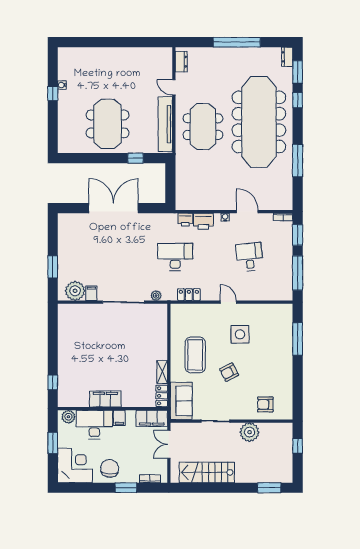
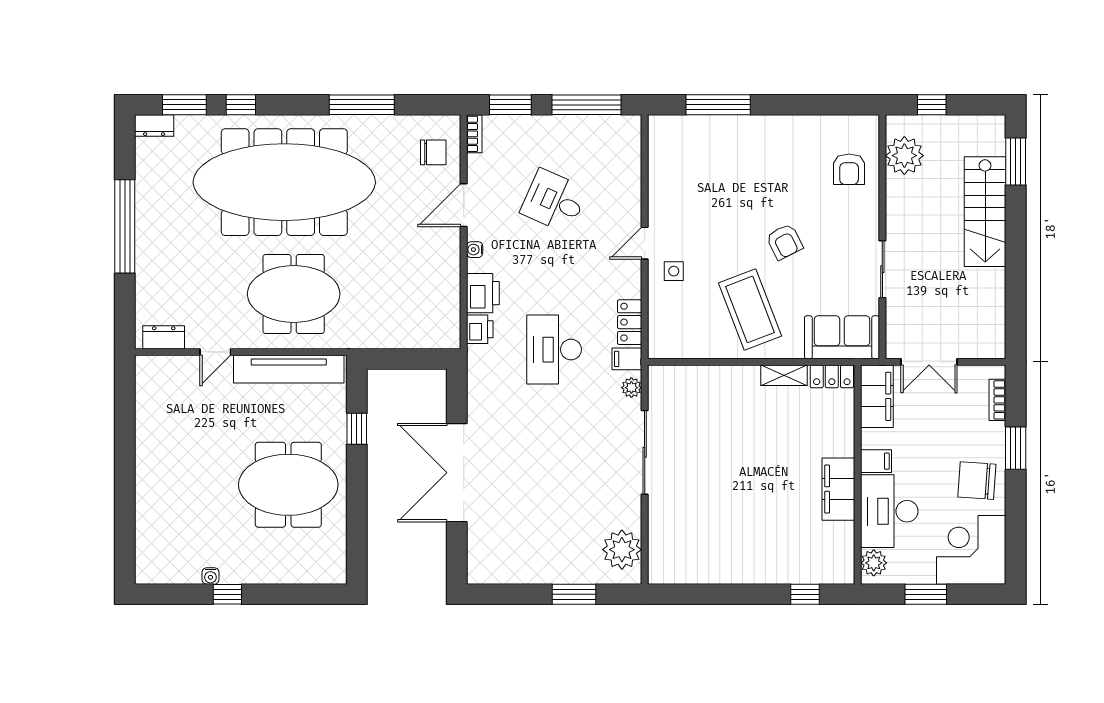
chair: (274, 196) -> (433, 152), added
desk: (249, 257) -> (554, 201), turned 30
filing cabinet: (91, 293) -> (627, 359), moved
side table: (240, 334) -> (674, 271), moved, width x0.54, depth x0.54
coffee table: (195, 355) -> (750, 309), turned 69
plant: (250, 432) -> (904, 156), moved
stairs: (207, 472) -> (985, 212), moved

